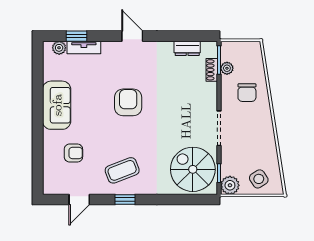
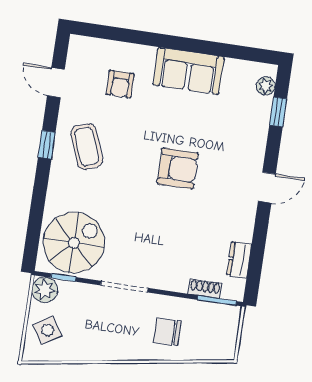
tv unit: (84, 47) -> (261, 120), removed
plant: (227, 68) -> (204, 310), removed

